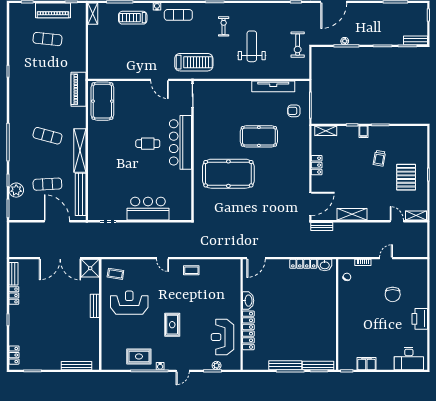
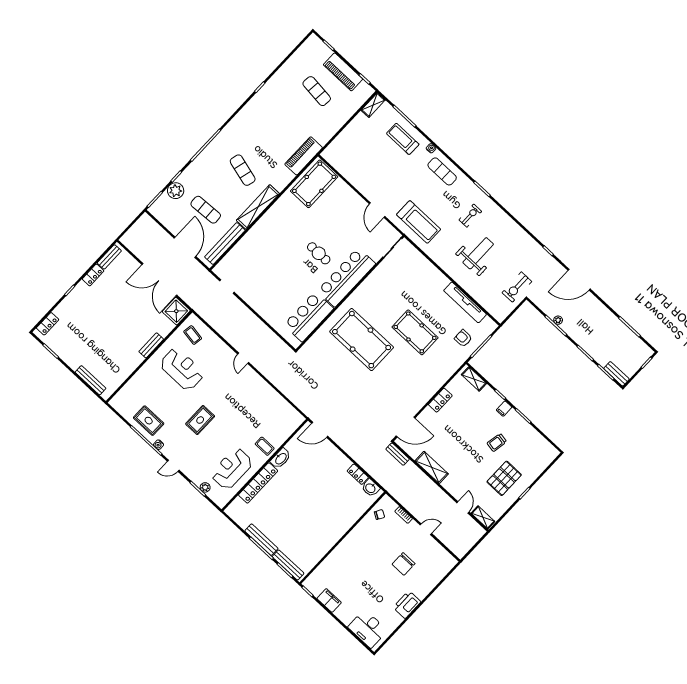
bar counter: (148, 209) -> (309, 317), moved, turned -90
locker: (303, 264) -> (358, 474), width x0.66
coffee table: (191, 270) -> (265, 446), moved

